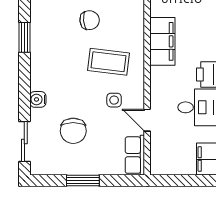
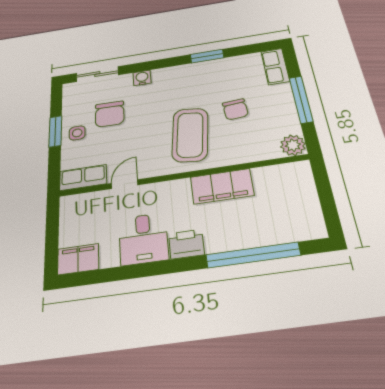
coffee table: (108, 62) -> (190, 135), width x1.36, depth x1.32
side table: (114, 100) -> (77, 133), moved
chair: (73, 131) -> (110, 114), turned -89

